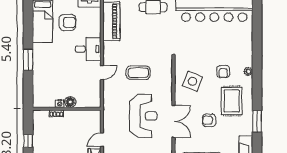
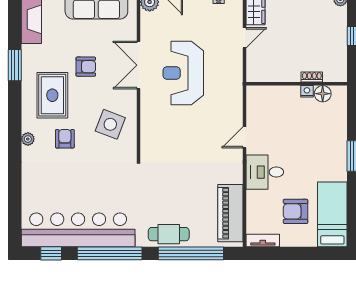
coffee table: (138, 73) -> (191, 137), removed
floor lamp: (70, 102) -> (323, 94), moved

